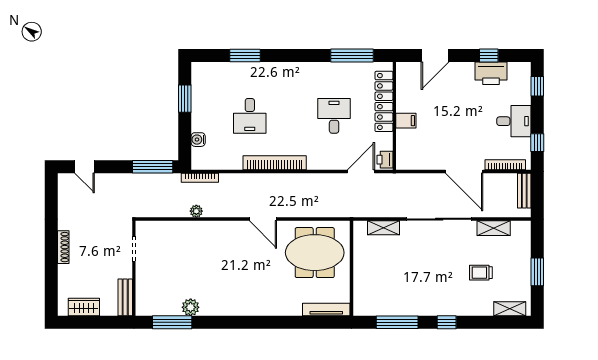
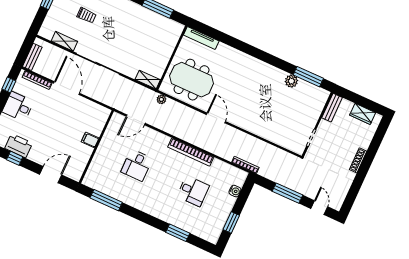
locker: (384, 101) -> (99, 160), removed
desk: (250, 116) -> (193, 191), turned 90
printer: (385, 160) -> (116, 120), removed
window: (153, 167) -> (288, 193), moved
plant: (196, 211) -> (161, 99), moved
shelving: (384, 228) -> (148, 80), moved

